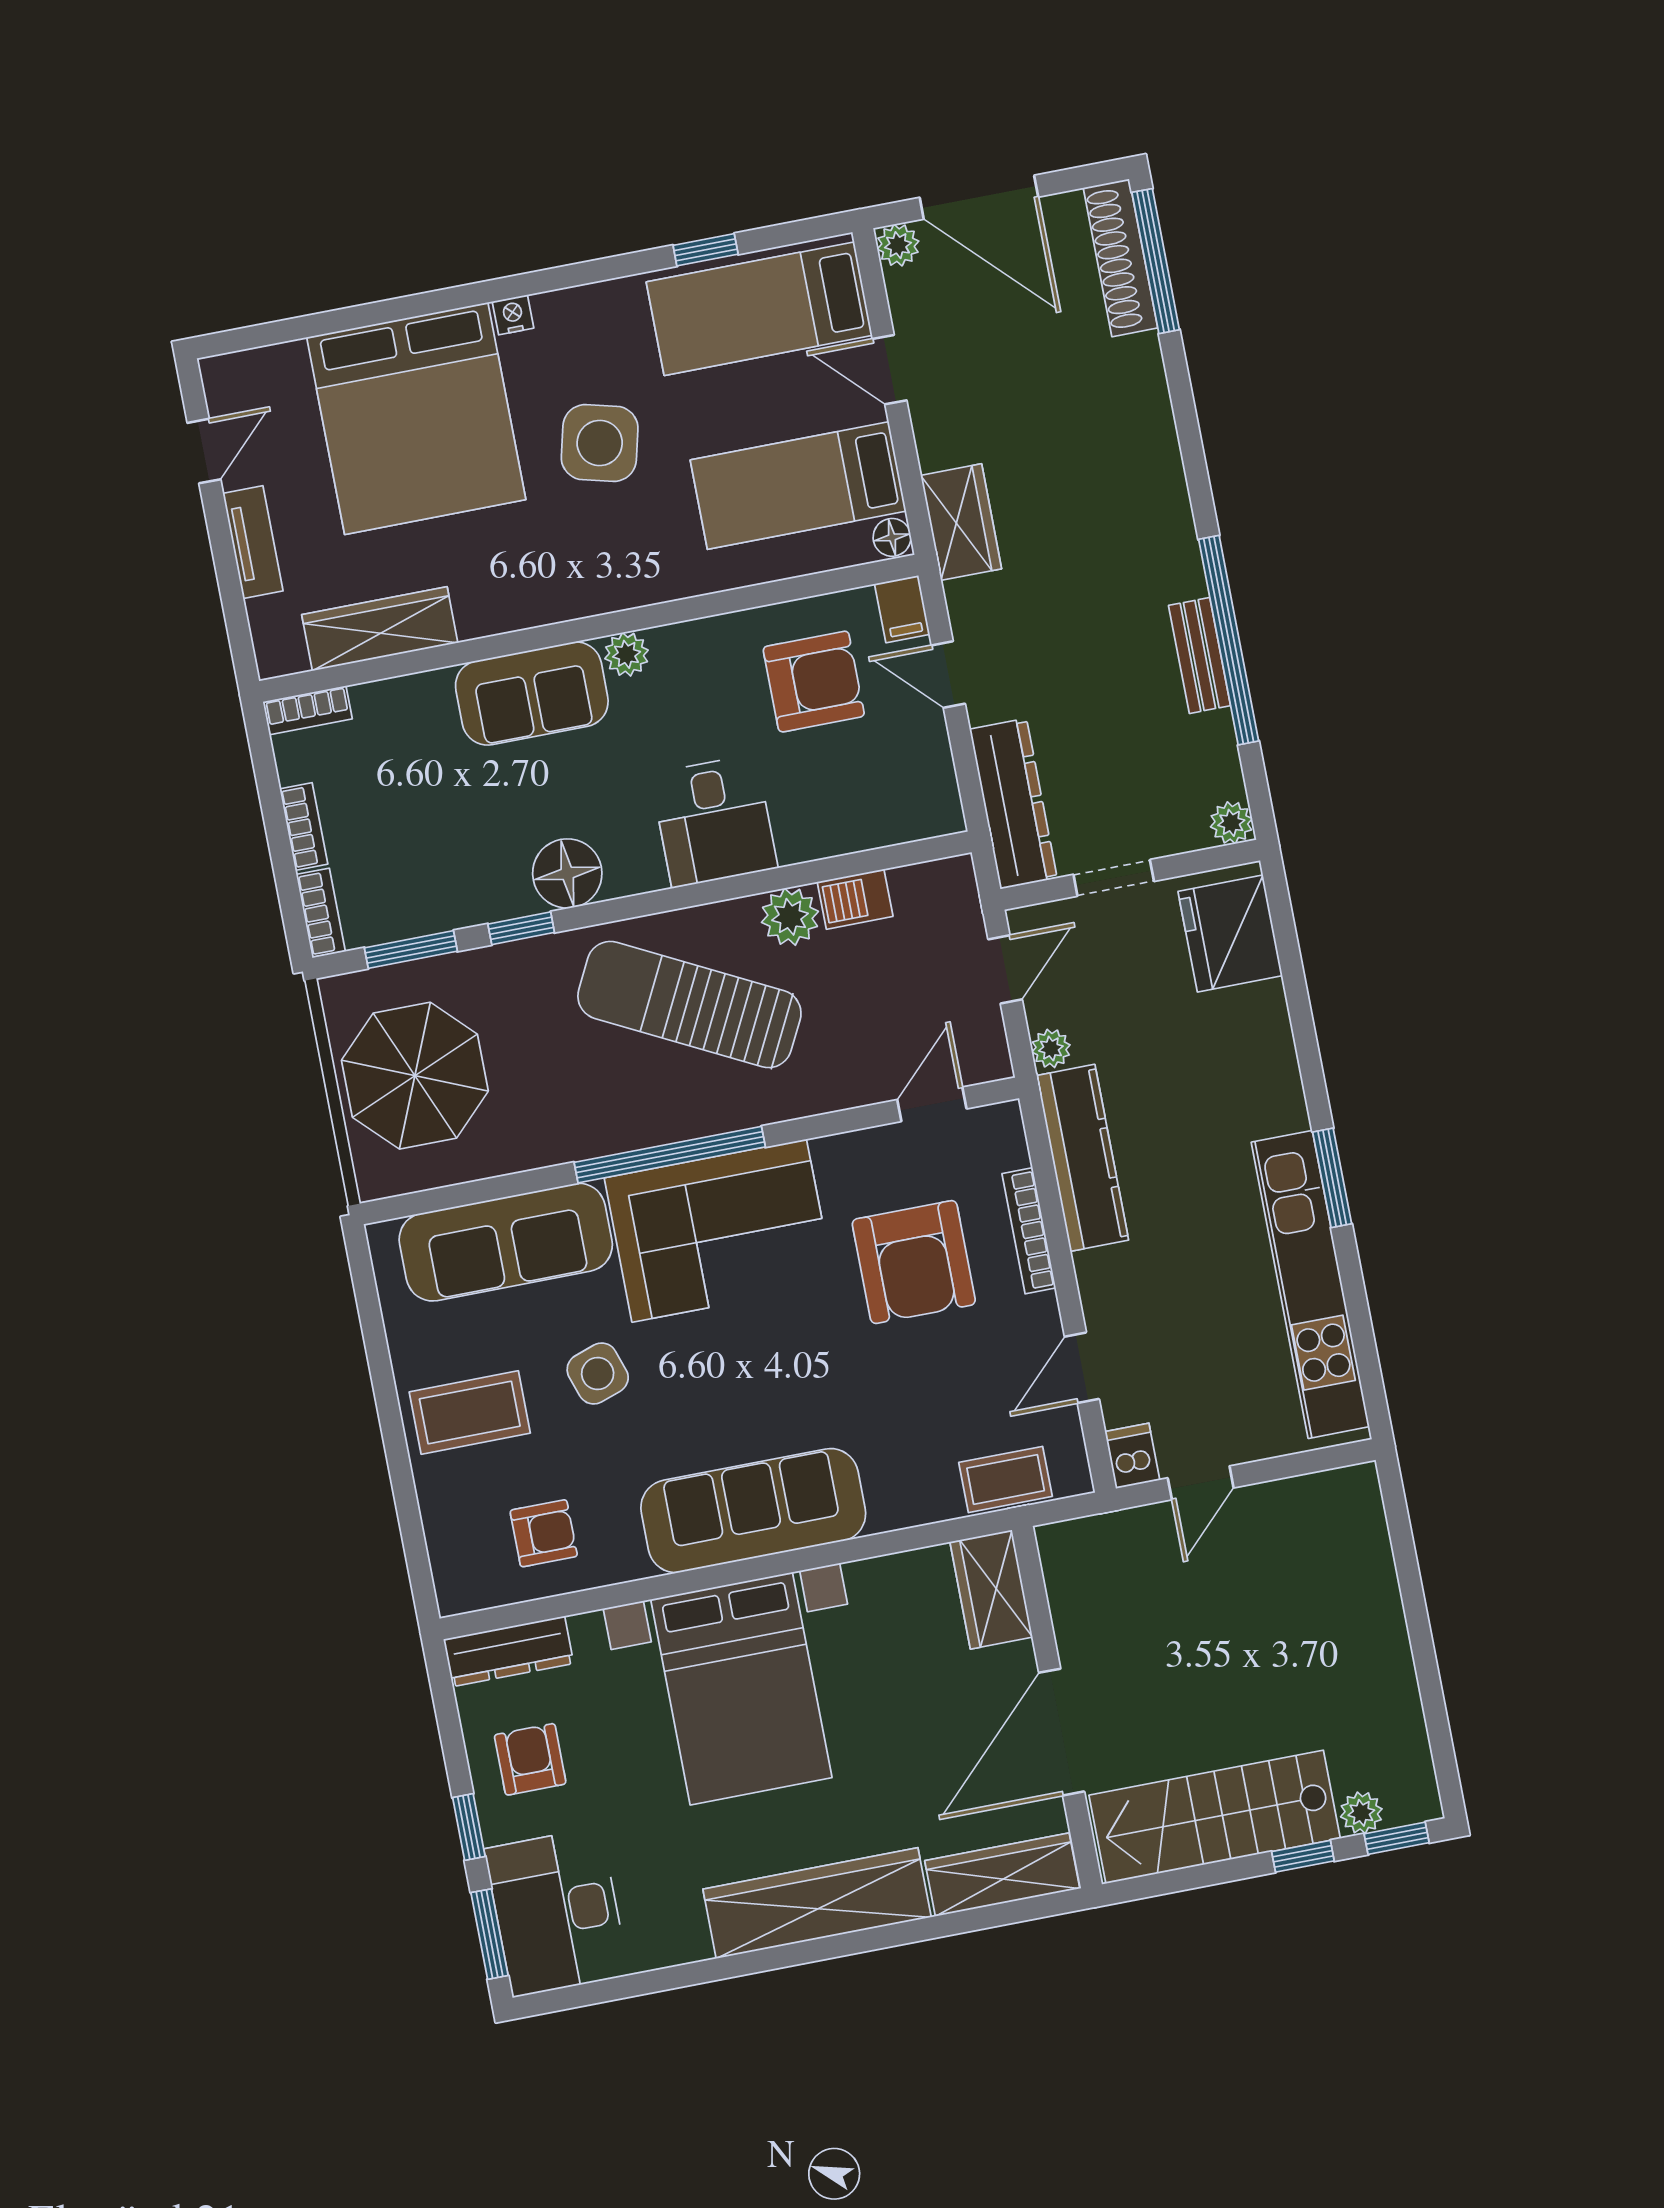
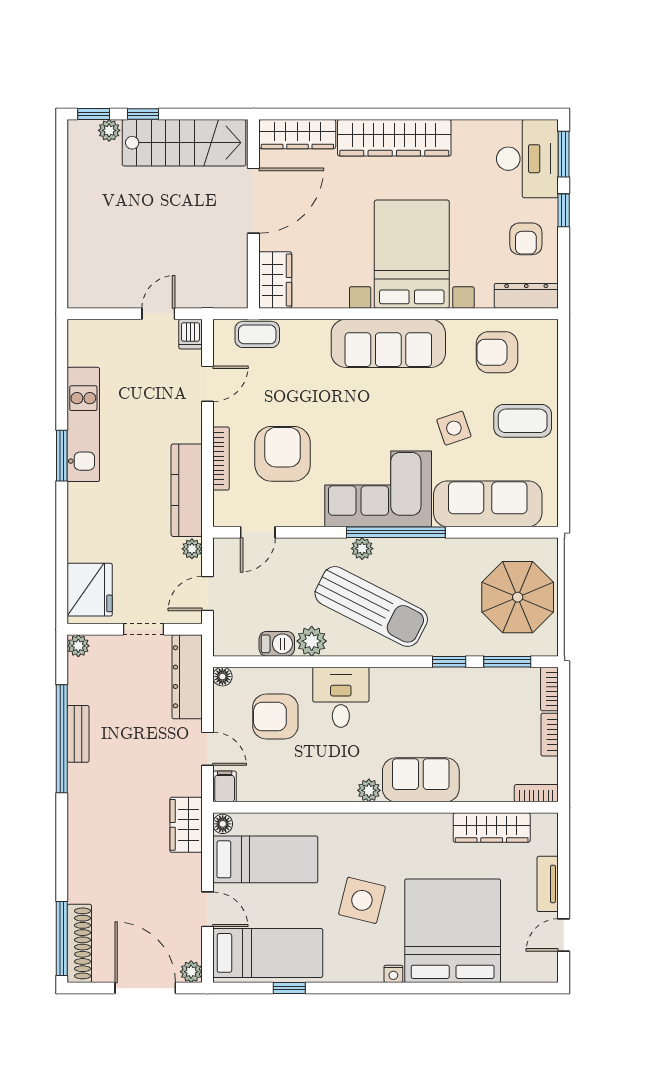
armchair: (814, 682) -> (275, 717), moved
floor lamp: (567, 873) -> (222, 677), moved, width x0.53, depth x0.53
plant: (728, 1111) -> (362, 549), added
kitchen unit: (1310, 1284) -> (83, 424), width x0.73
armchair: (544, 1533) -> (497, 352), width x1.38, depth x1.38

